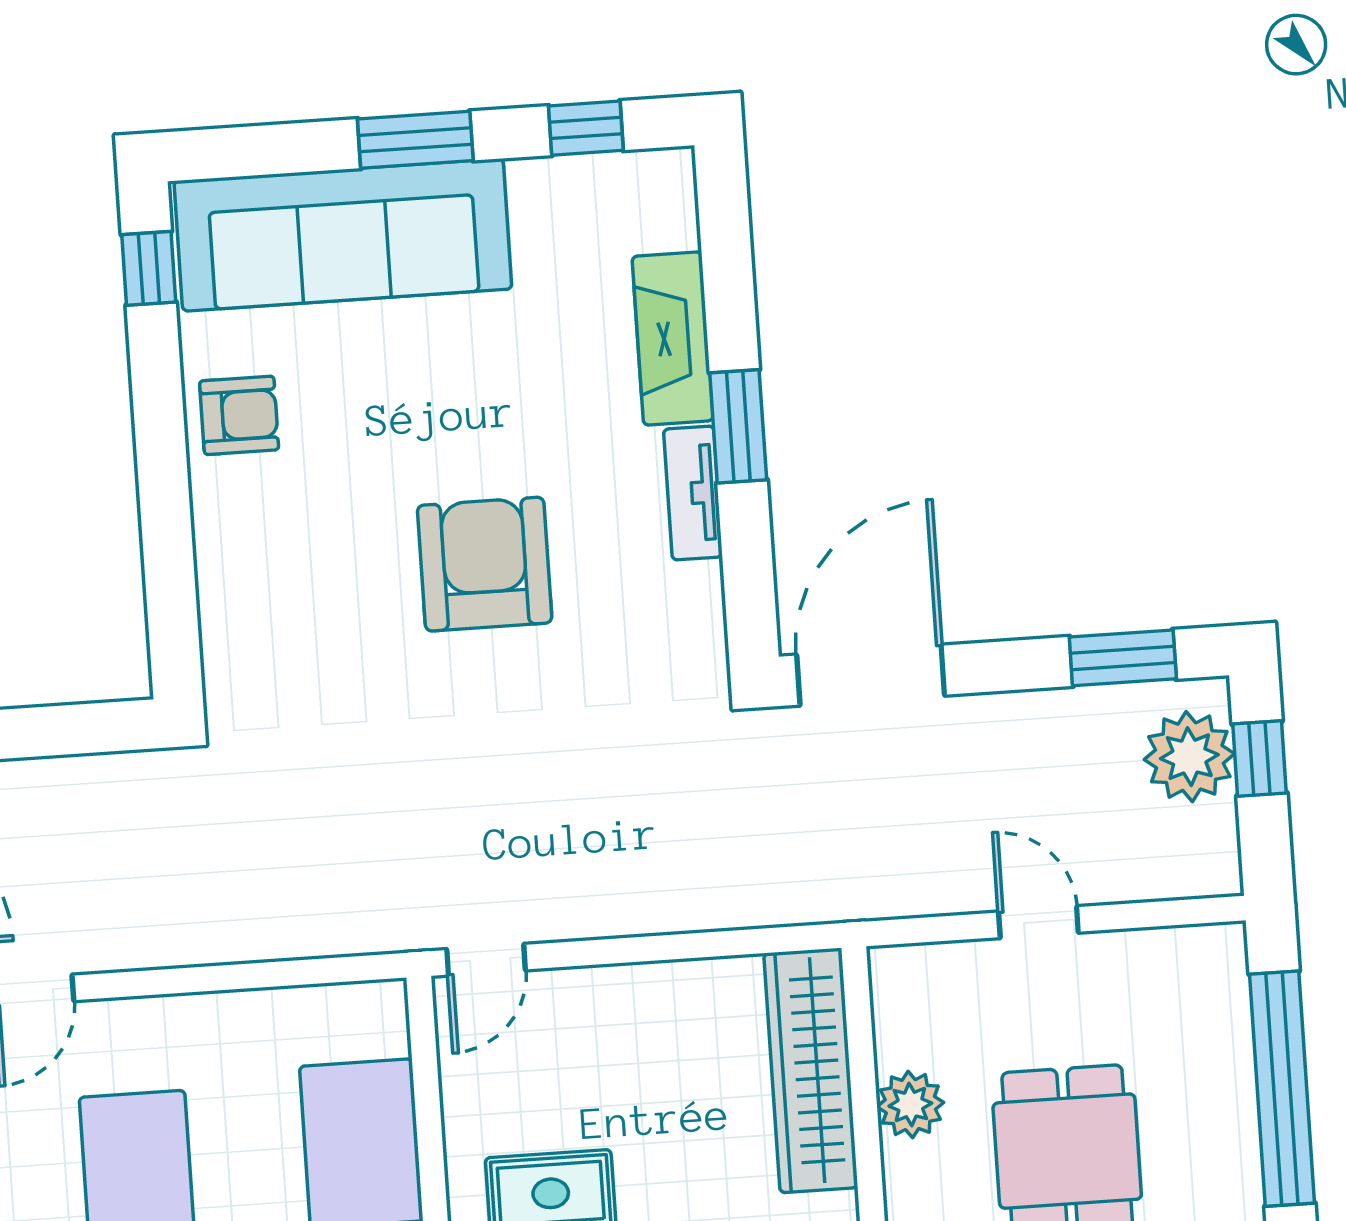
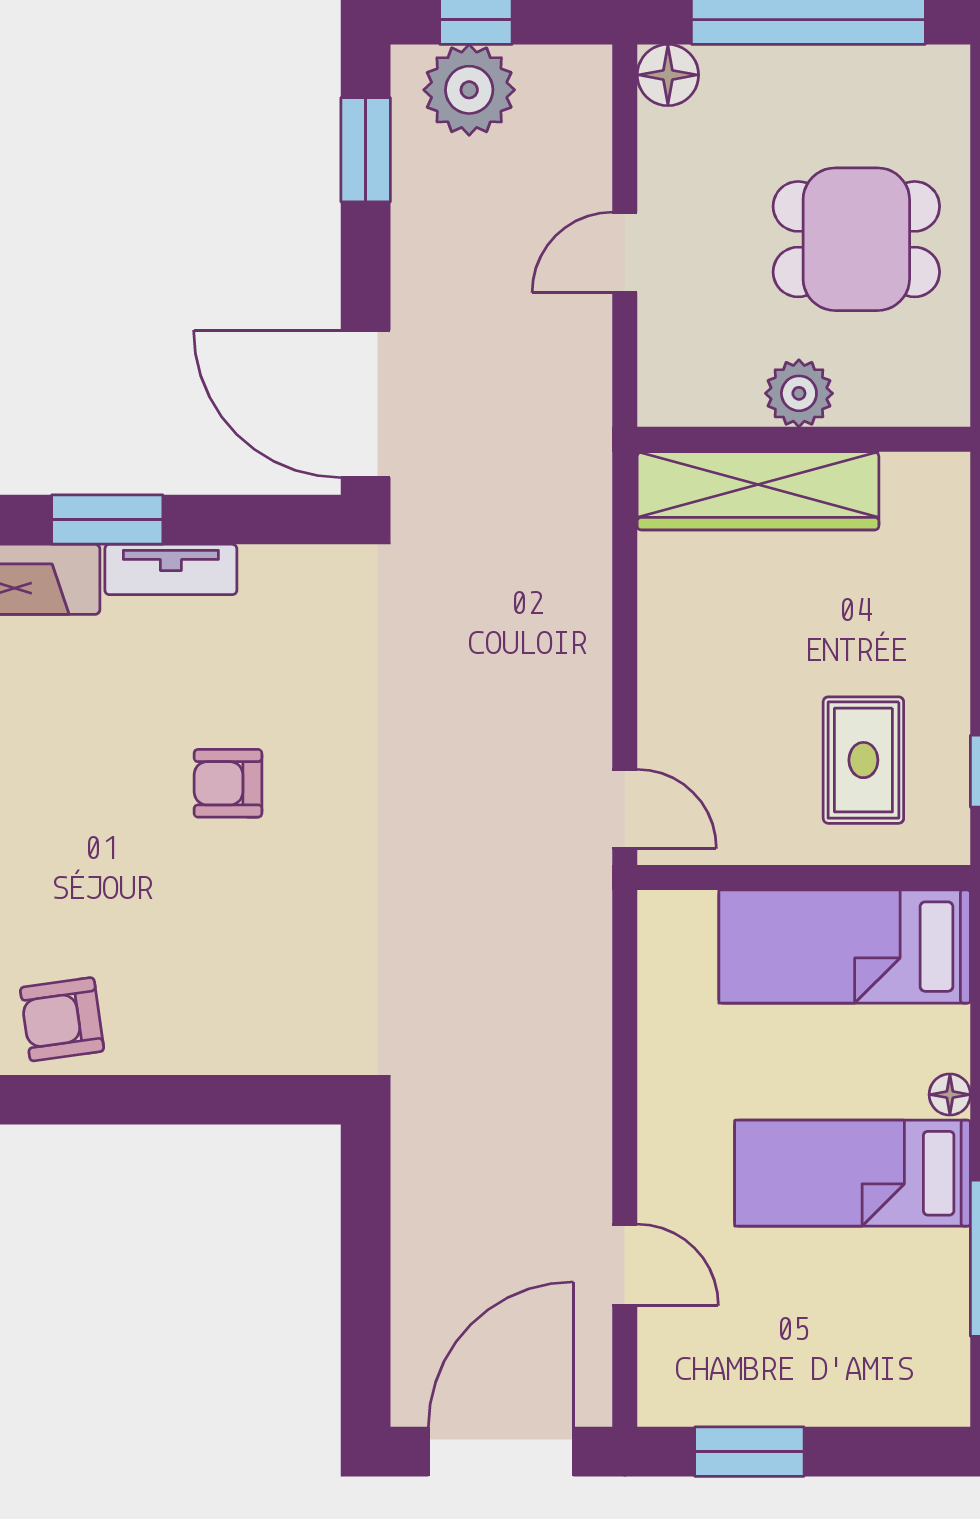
armchair: (239, 415) -> (62, 1019), turned -98
armchair: (485, 564) -> (228, 783), width x0.53, depth x0.53
floor lamp: (1217, 953) -> (668, 75), added

